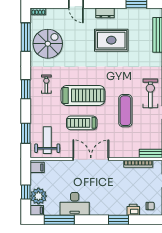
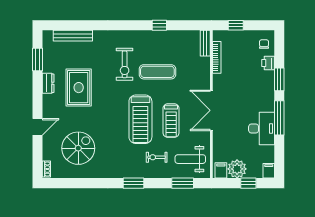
dresser: (105, 13) -> (48, 83), moved
window: (26, 37) -> (75, 183), removed
spiral stairs: (48, 44) -> (78, 148), moved, turned 90
exercise bike: (46, 84) -> (157, 157), moved
exercise bike: (150, 93) -> (125, 64), moved, turned -90
treadmill: (83, 95) -> (140, 119), turned 180
plant: (38, 196) -> (237, 169), moved
window: (59, 220) -> (279, 118), moved

